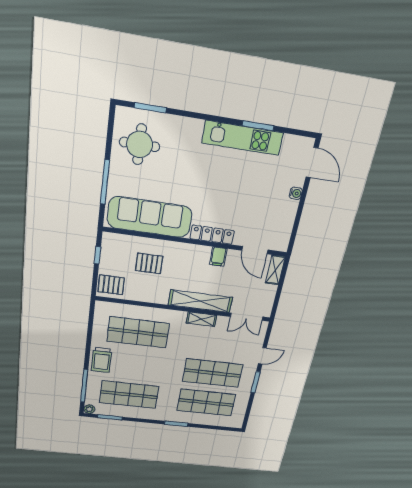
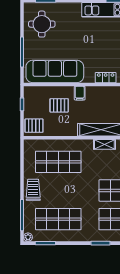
locker: (212, 235) -> (106, 78), width x0.66
filing cabinet: (218, 257) -> (80, 93), moved
trolley: (101, 360) -> (33, 190), turned 180

